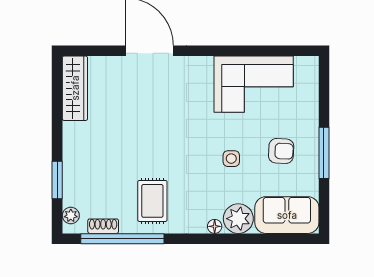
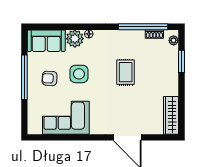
window: (324, 153) -> (24, 77), width x1.46
side table: (231, 159) -> (79, 74), width x1.87, depth x1.87
rug: (152, 201) -> (126, 72), moved

